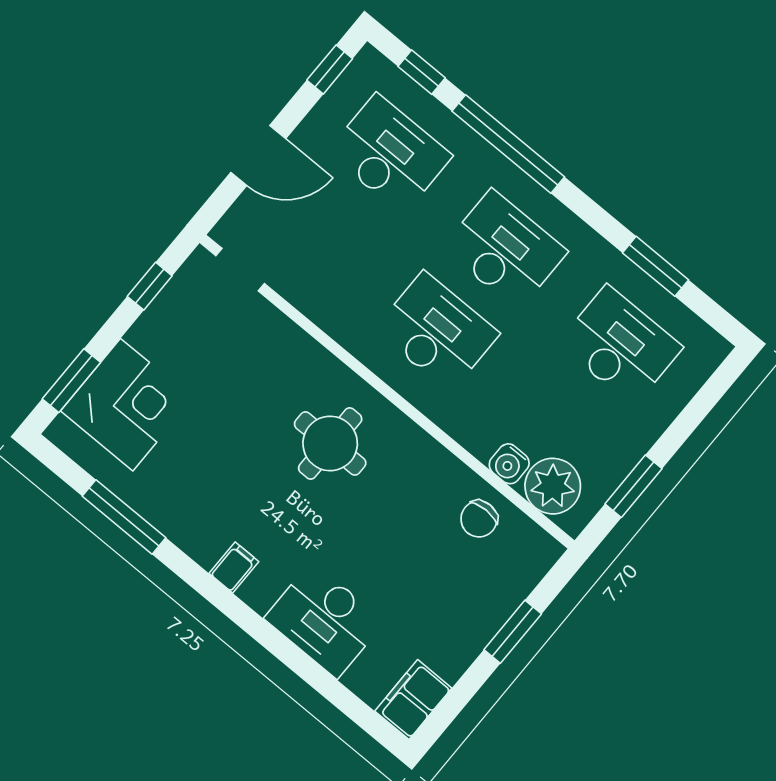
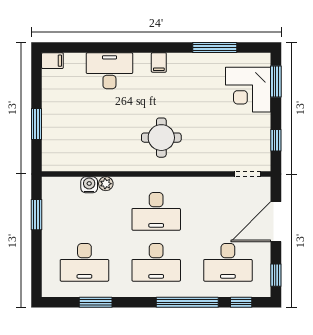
door: (258, 155) -> (276, 222), width x1.36
plant: (553, 486) -> (106, 184), moved, width x0.53, depth x0.53
chair: (479, 519) -> (83, 155), removed
filing cabinet: (413, 700) -> (52, 61), width x0.50

